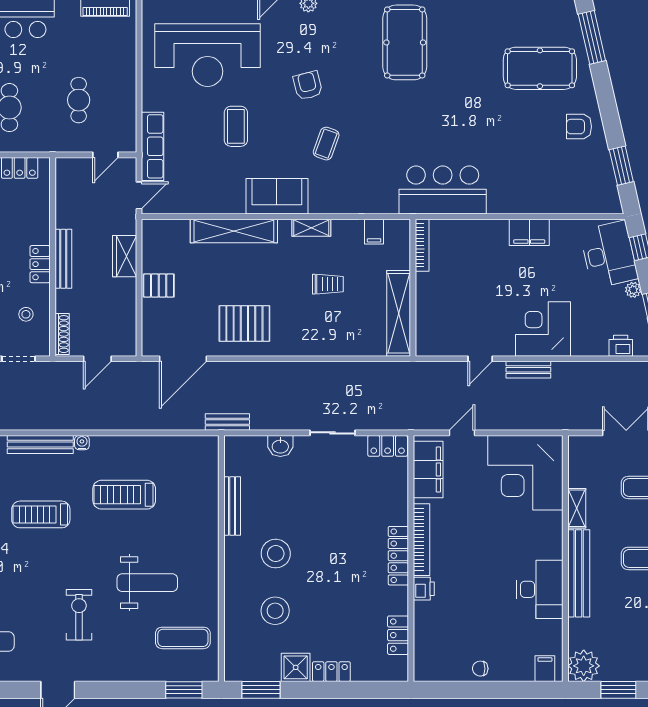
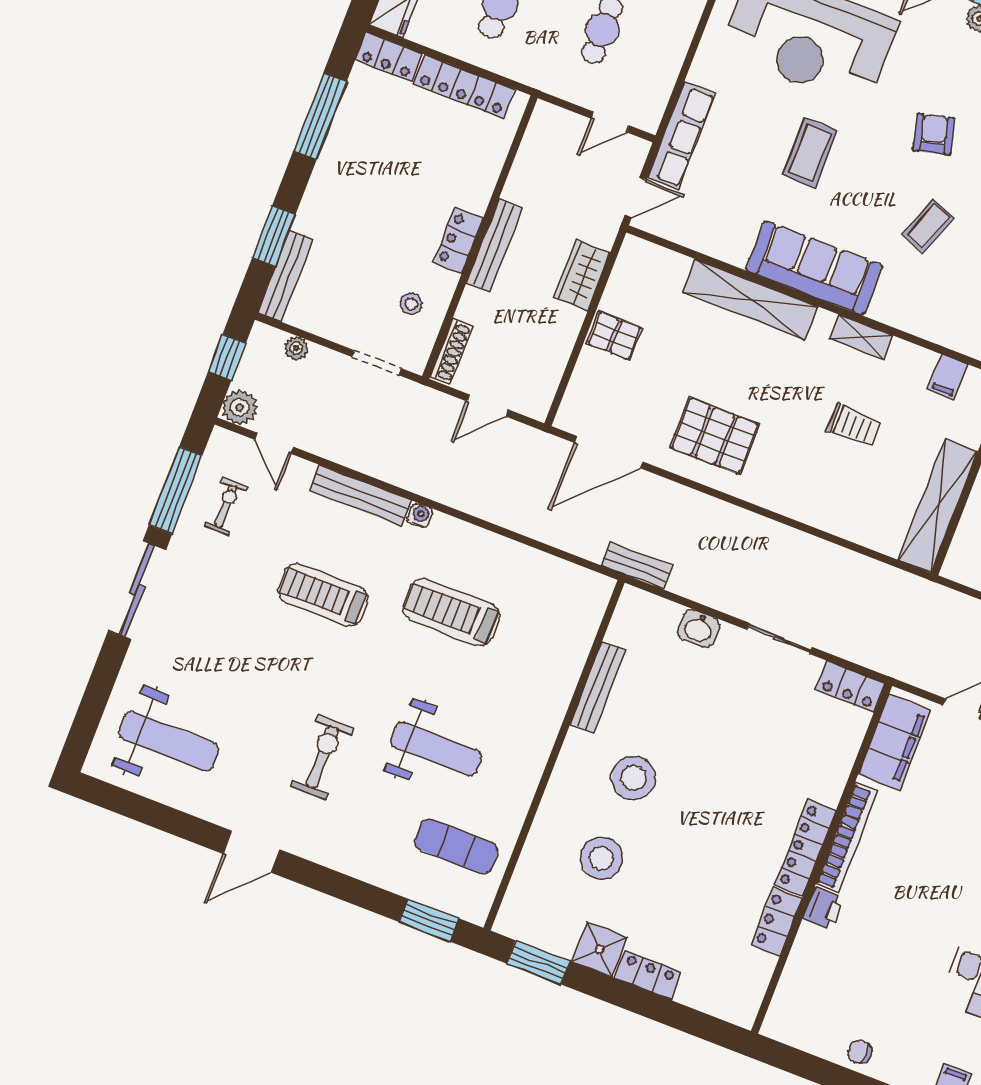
sofa: (277, 196) -> (814, 268), width x1.36
locker: (398, 635) -> (776, 922), moved

